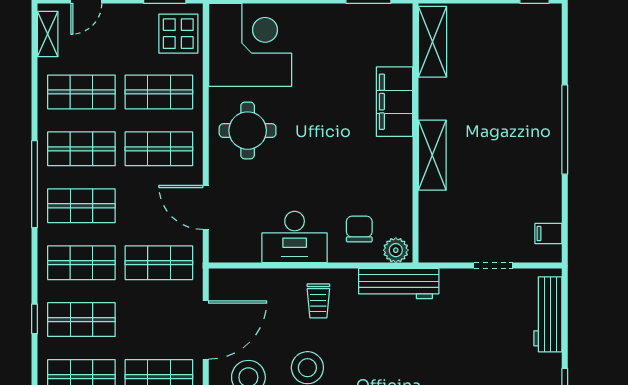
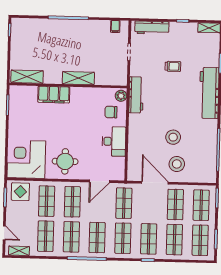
trolley: (318, 301) -> (173, 66), moved

